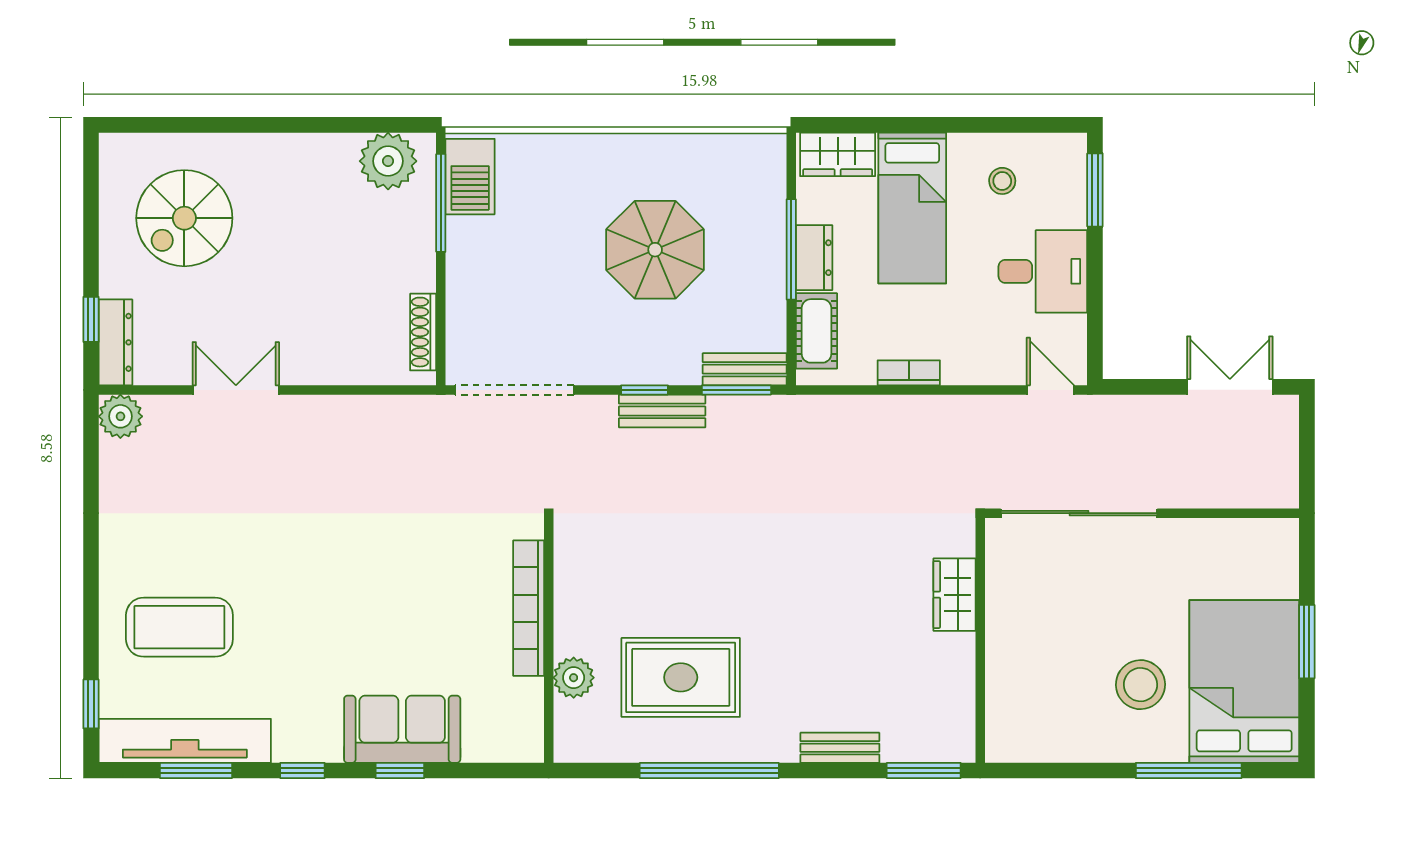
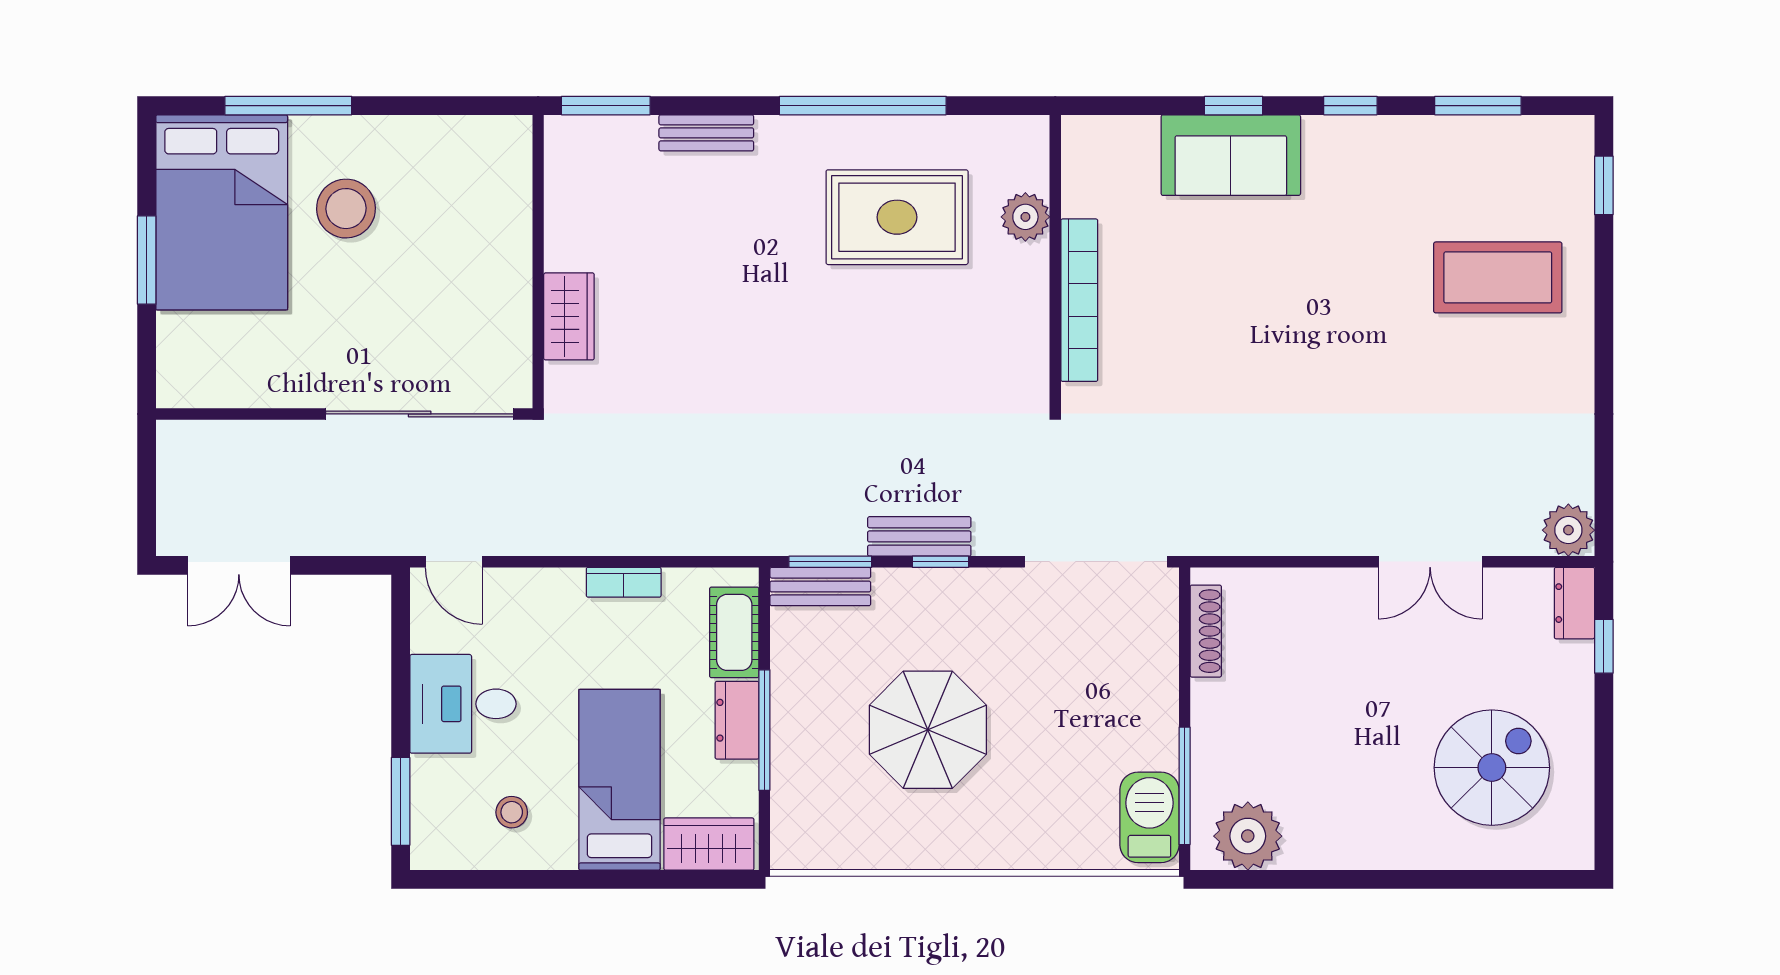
dresser: (115, 342) -> (1574, 603), width x0.70
tv unit: (185, 741) -> (1491, 141), removed

